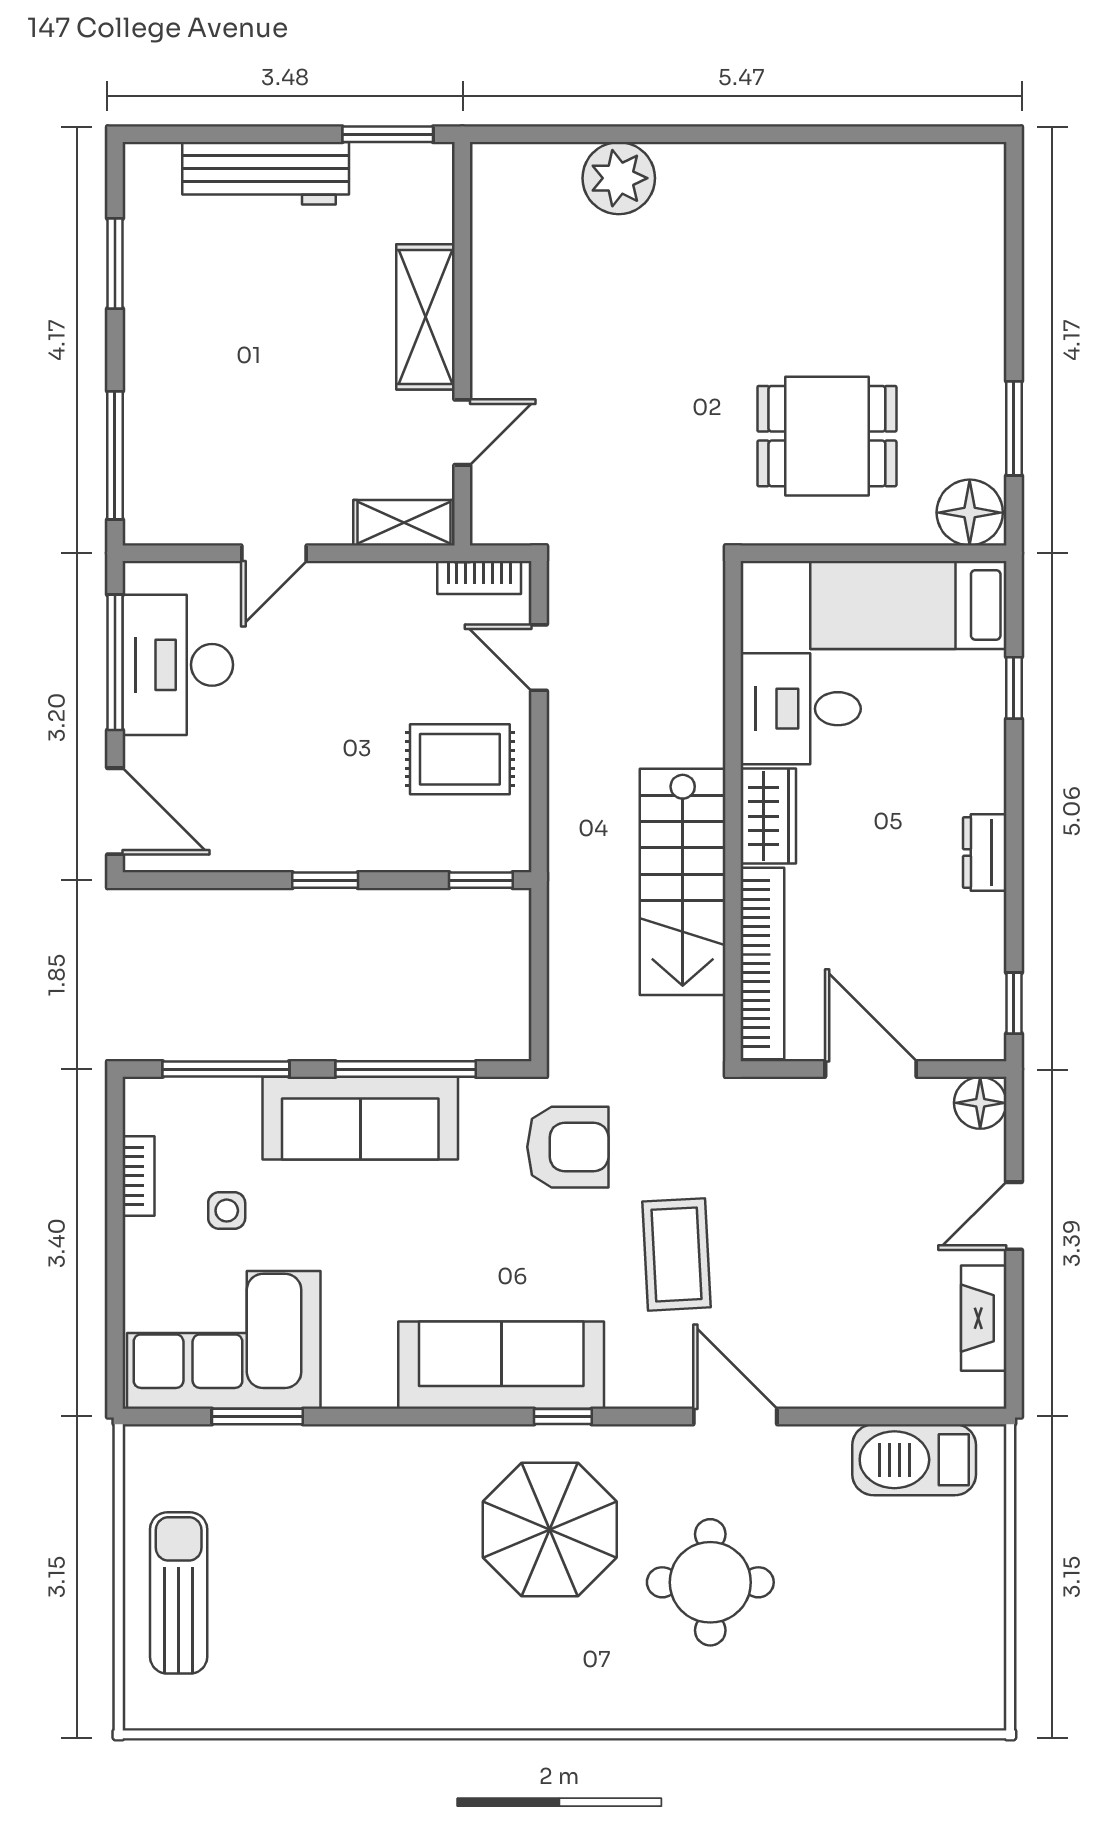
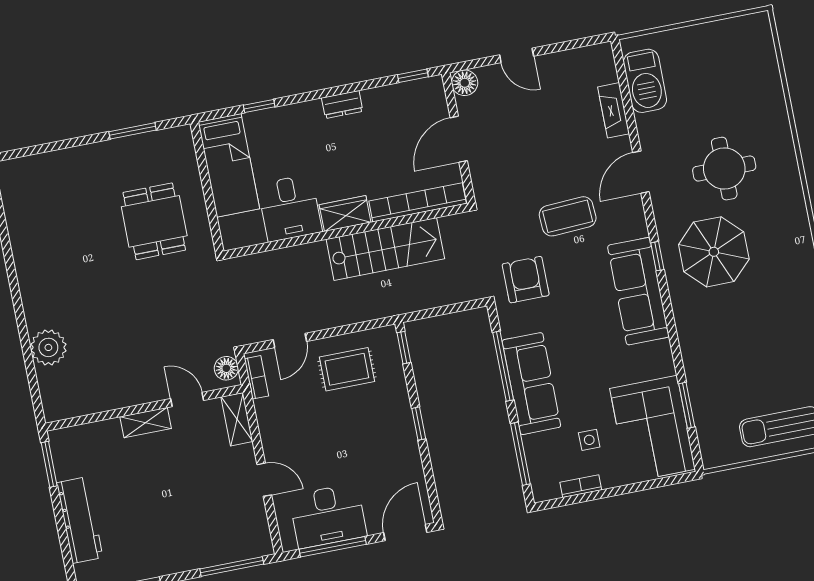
shelving: (426, 317) -> (146, 423), width x0.67, depth x0.75
floor lamp: (970, 513) -> (226, 368), moved, width x0.73, depth x0.73
rug: (460, 759) -> (347, 369), turned 90
fireplace: (984, 1318) -> (614, 110), moved, turned 90

